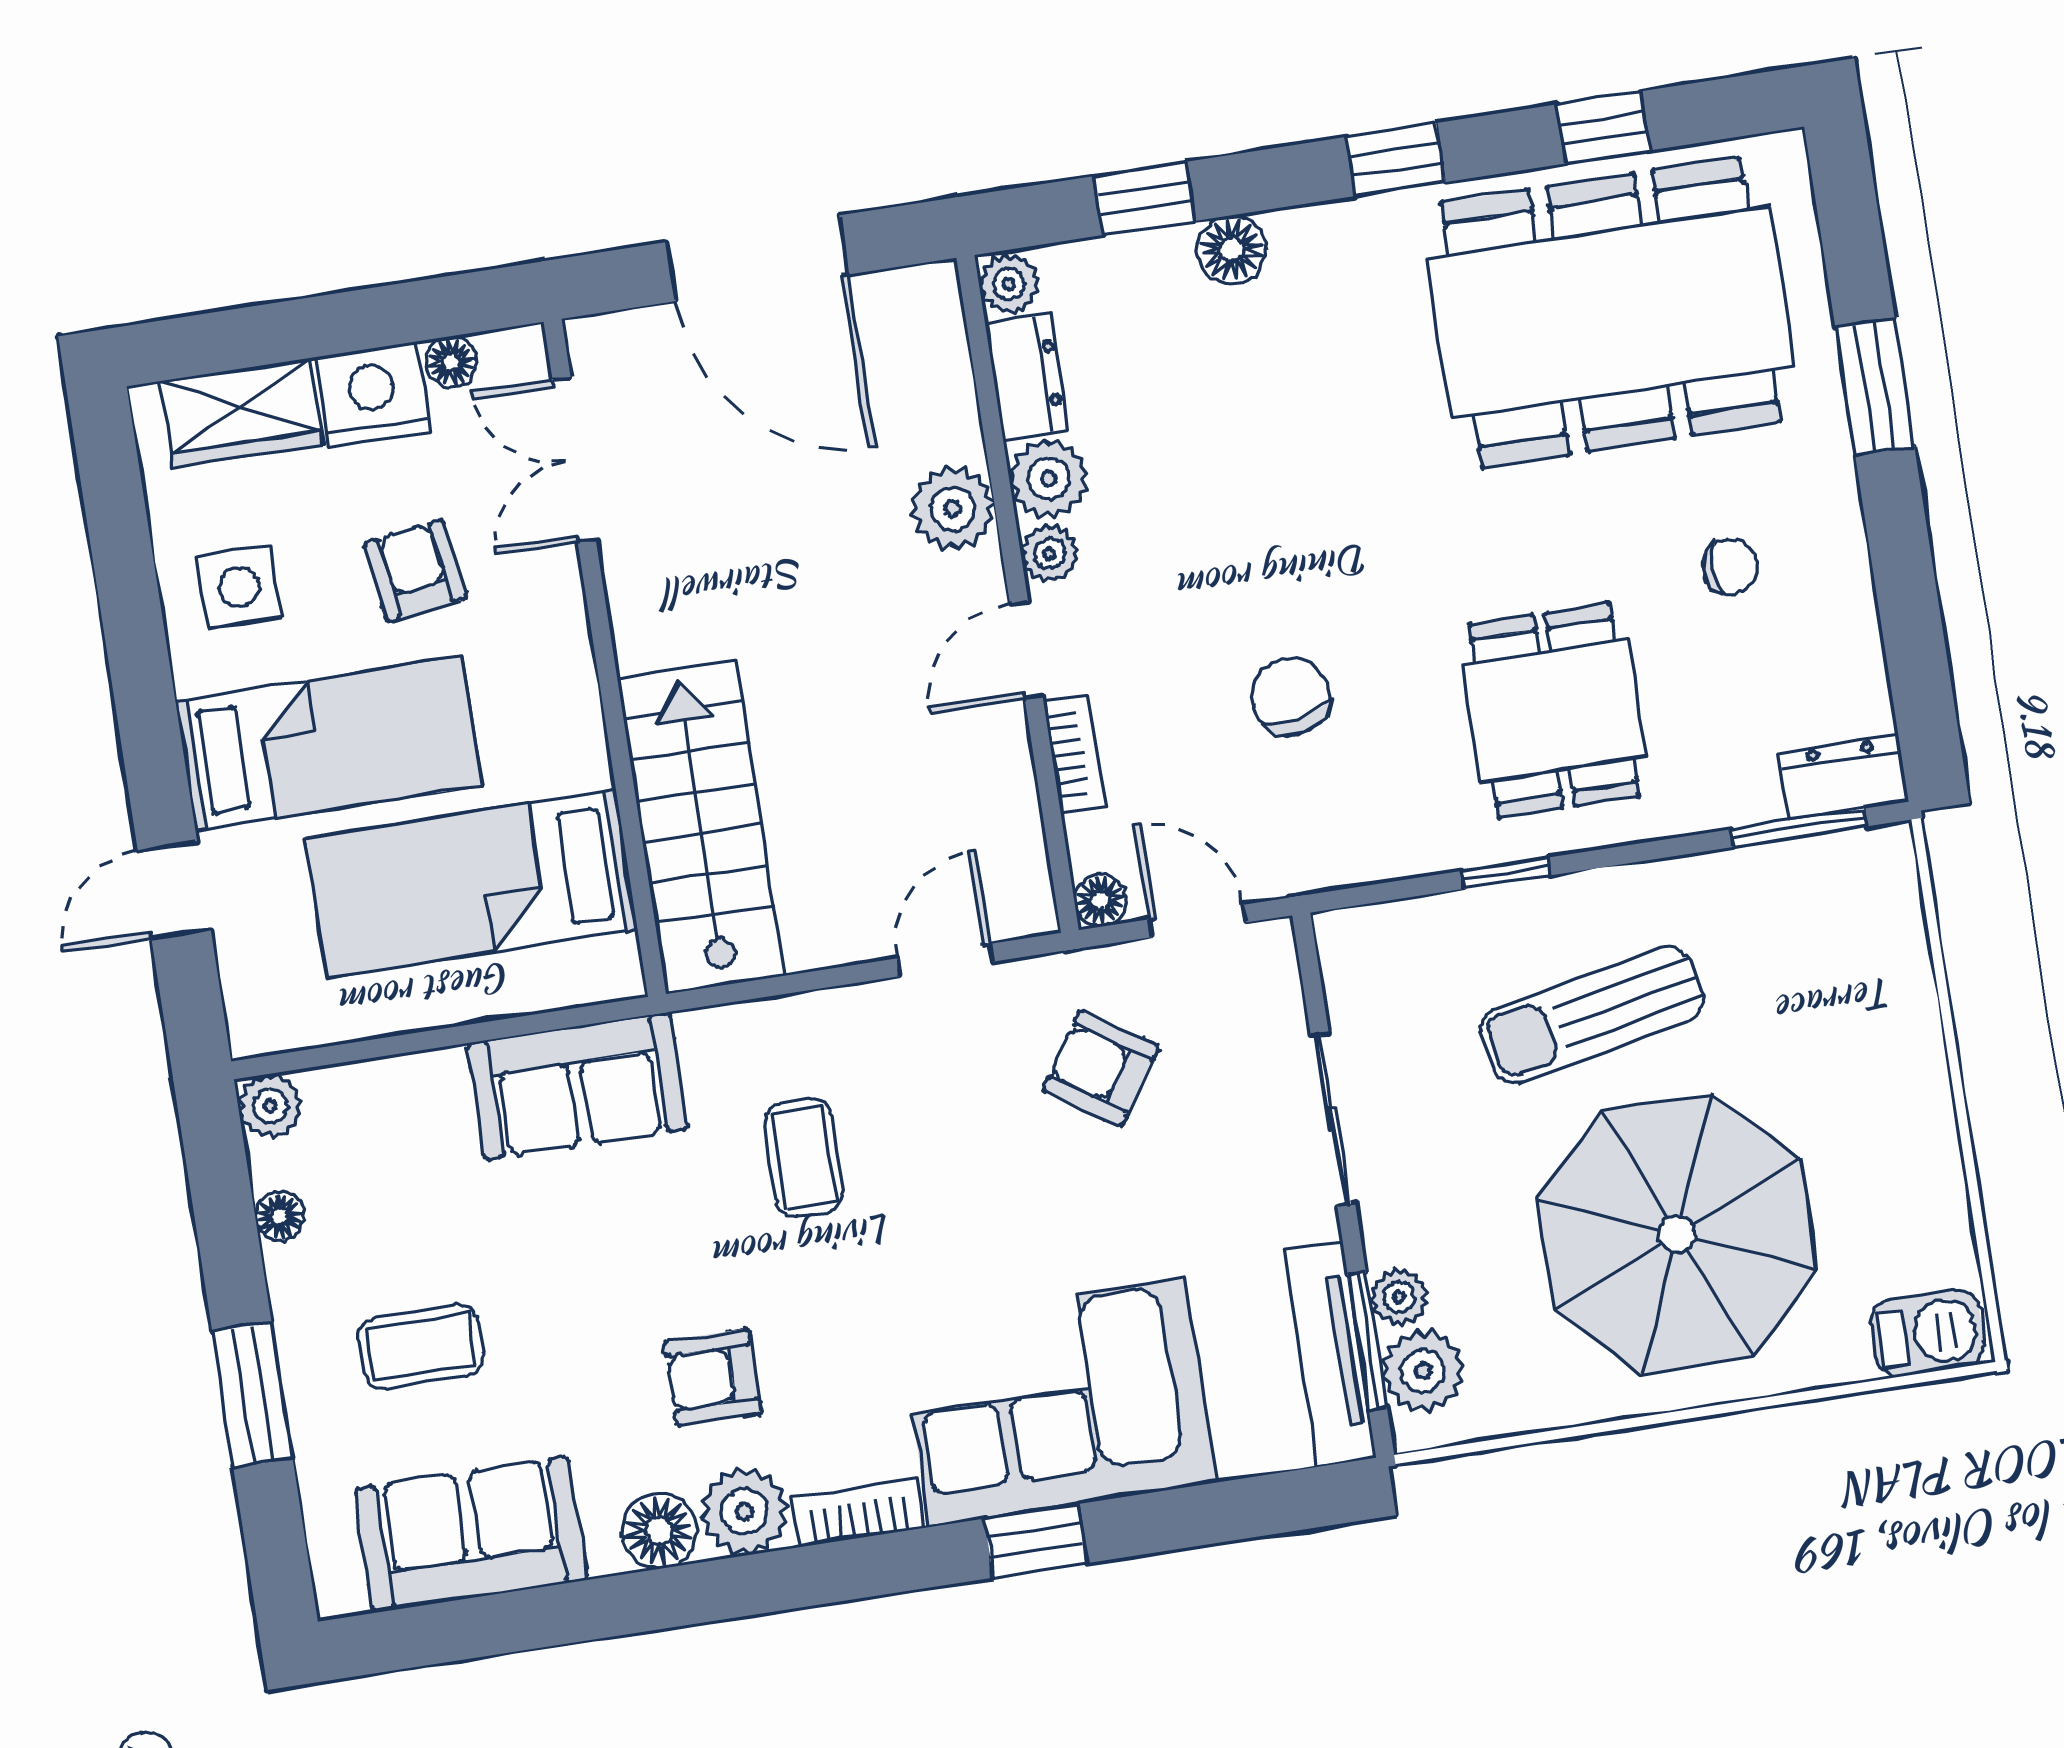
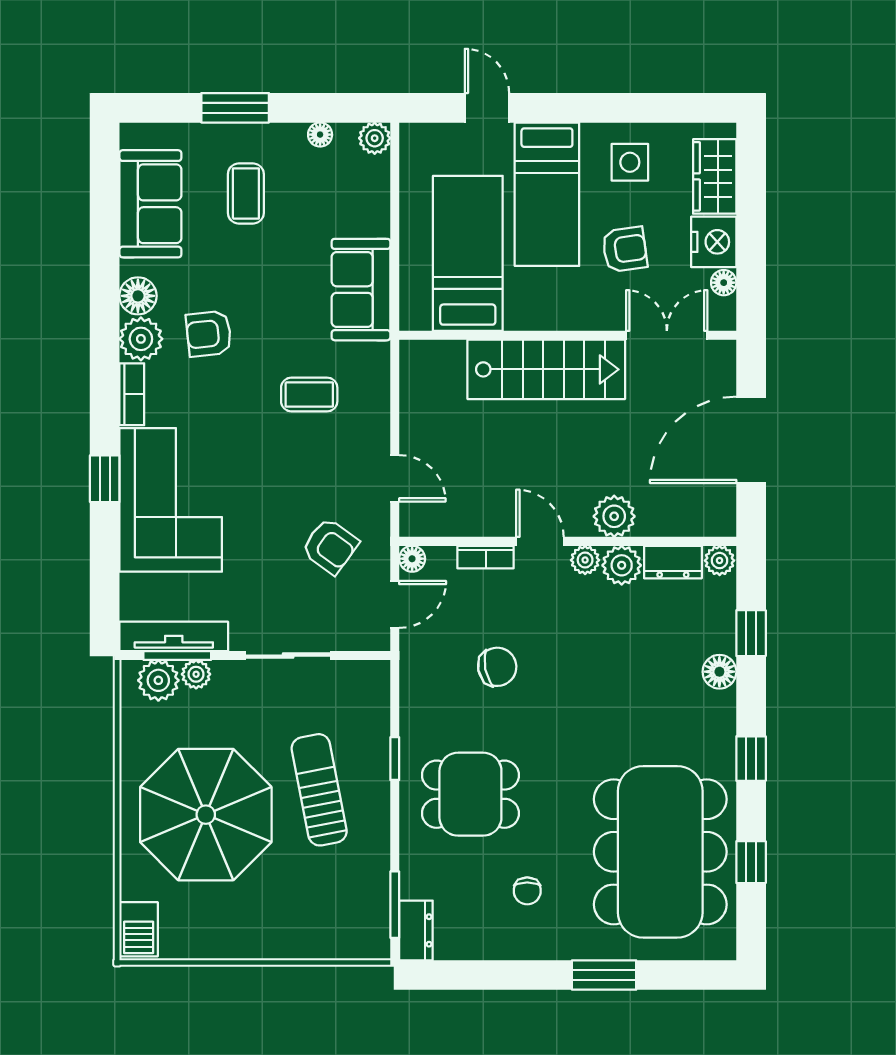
stairs: (701, 827) -> (546, 369), moved
armchair: (1101, 1068) -> (330, 546), turned 92
armchair: (713, 1377) -> (209, 334), turned -96

